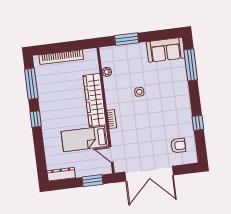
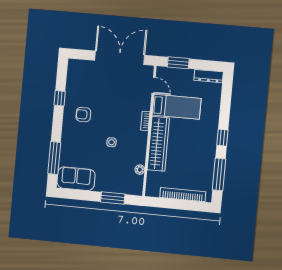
armchair: (178, 146) -> (83, 115), moved

